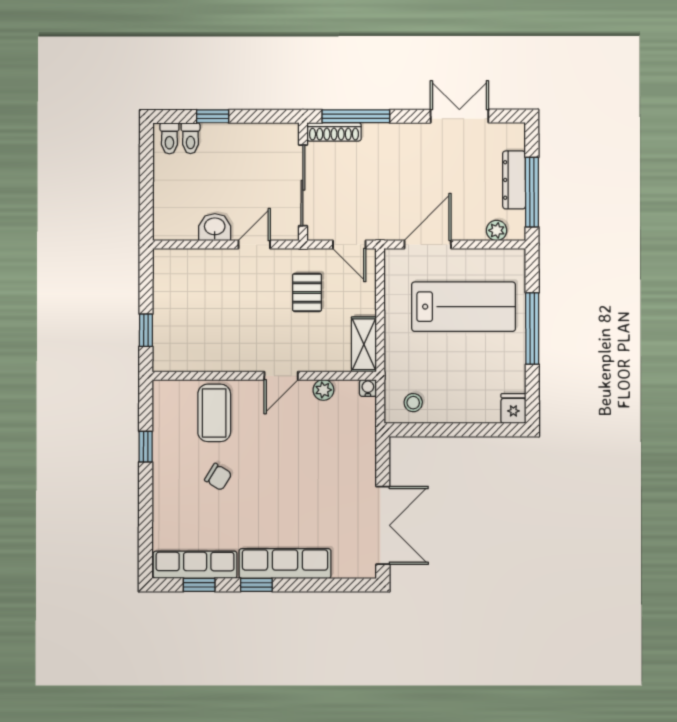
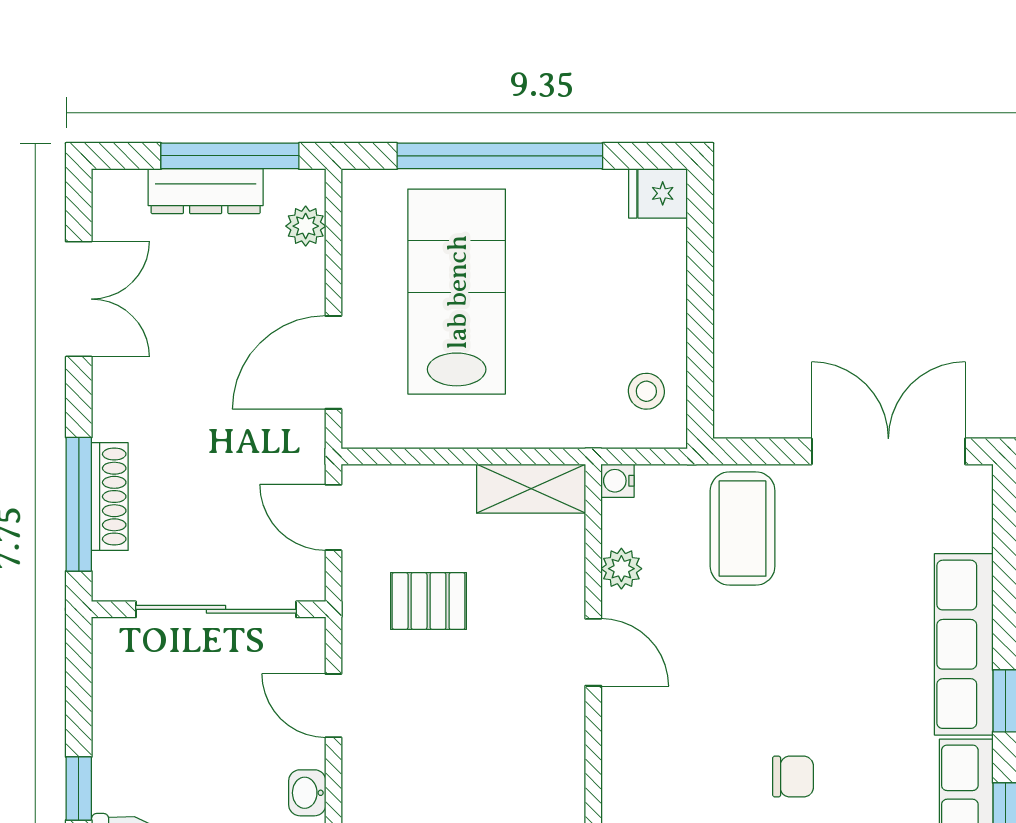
double door: (459, 116) -> (79, 299), swing flipped
shoe rack: (334, 132) -> (110, 497), moved
washbasin: (215, 227) -> (307, 793), width x0.72, depth x0.69
door: (349, 244) -> (333, 517), swing flipped
door: (428, 244) -> (333, 362), hinge flipped
window: (532, 328) -> (500, 156), width x1.46
coffee table: (214, 413) -> (743, 528), moved, turned 90
chair: (218, 477) -> (793, 777), turned 58

